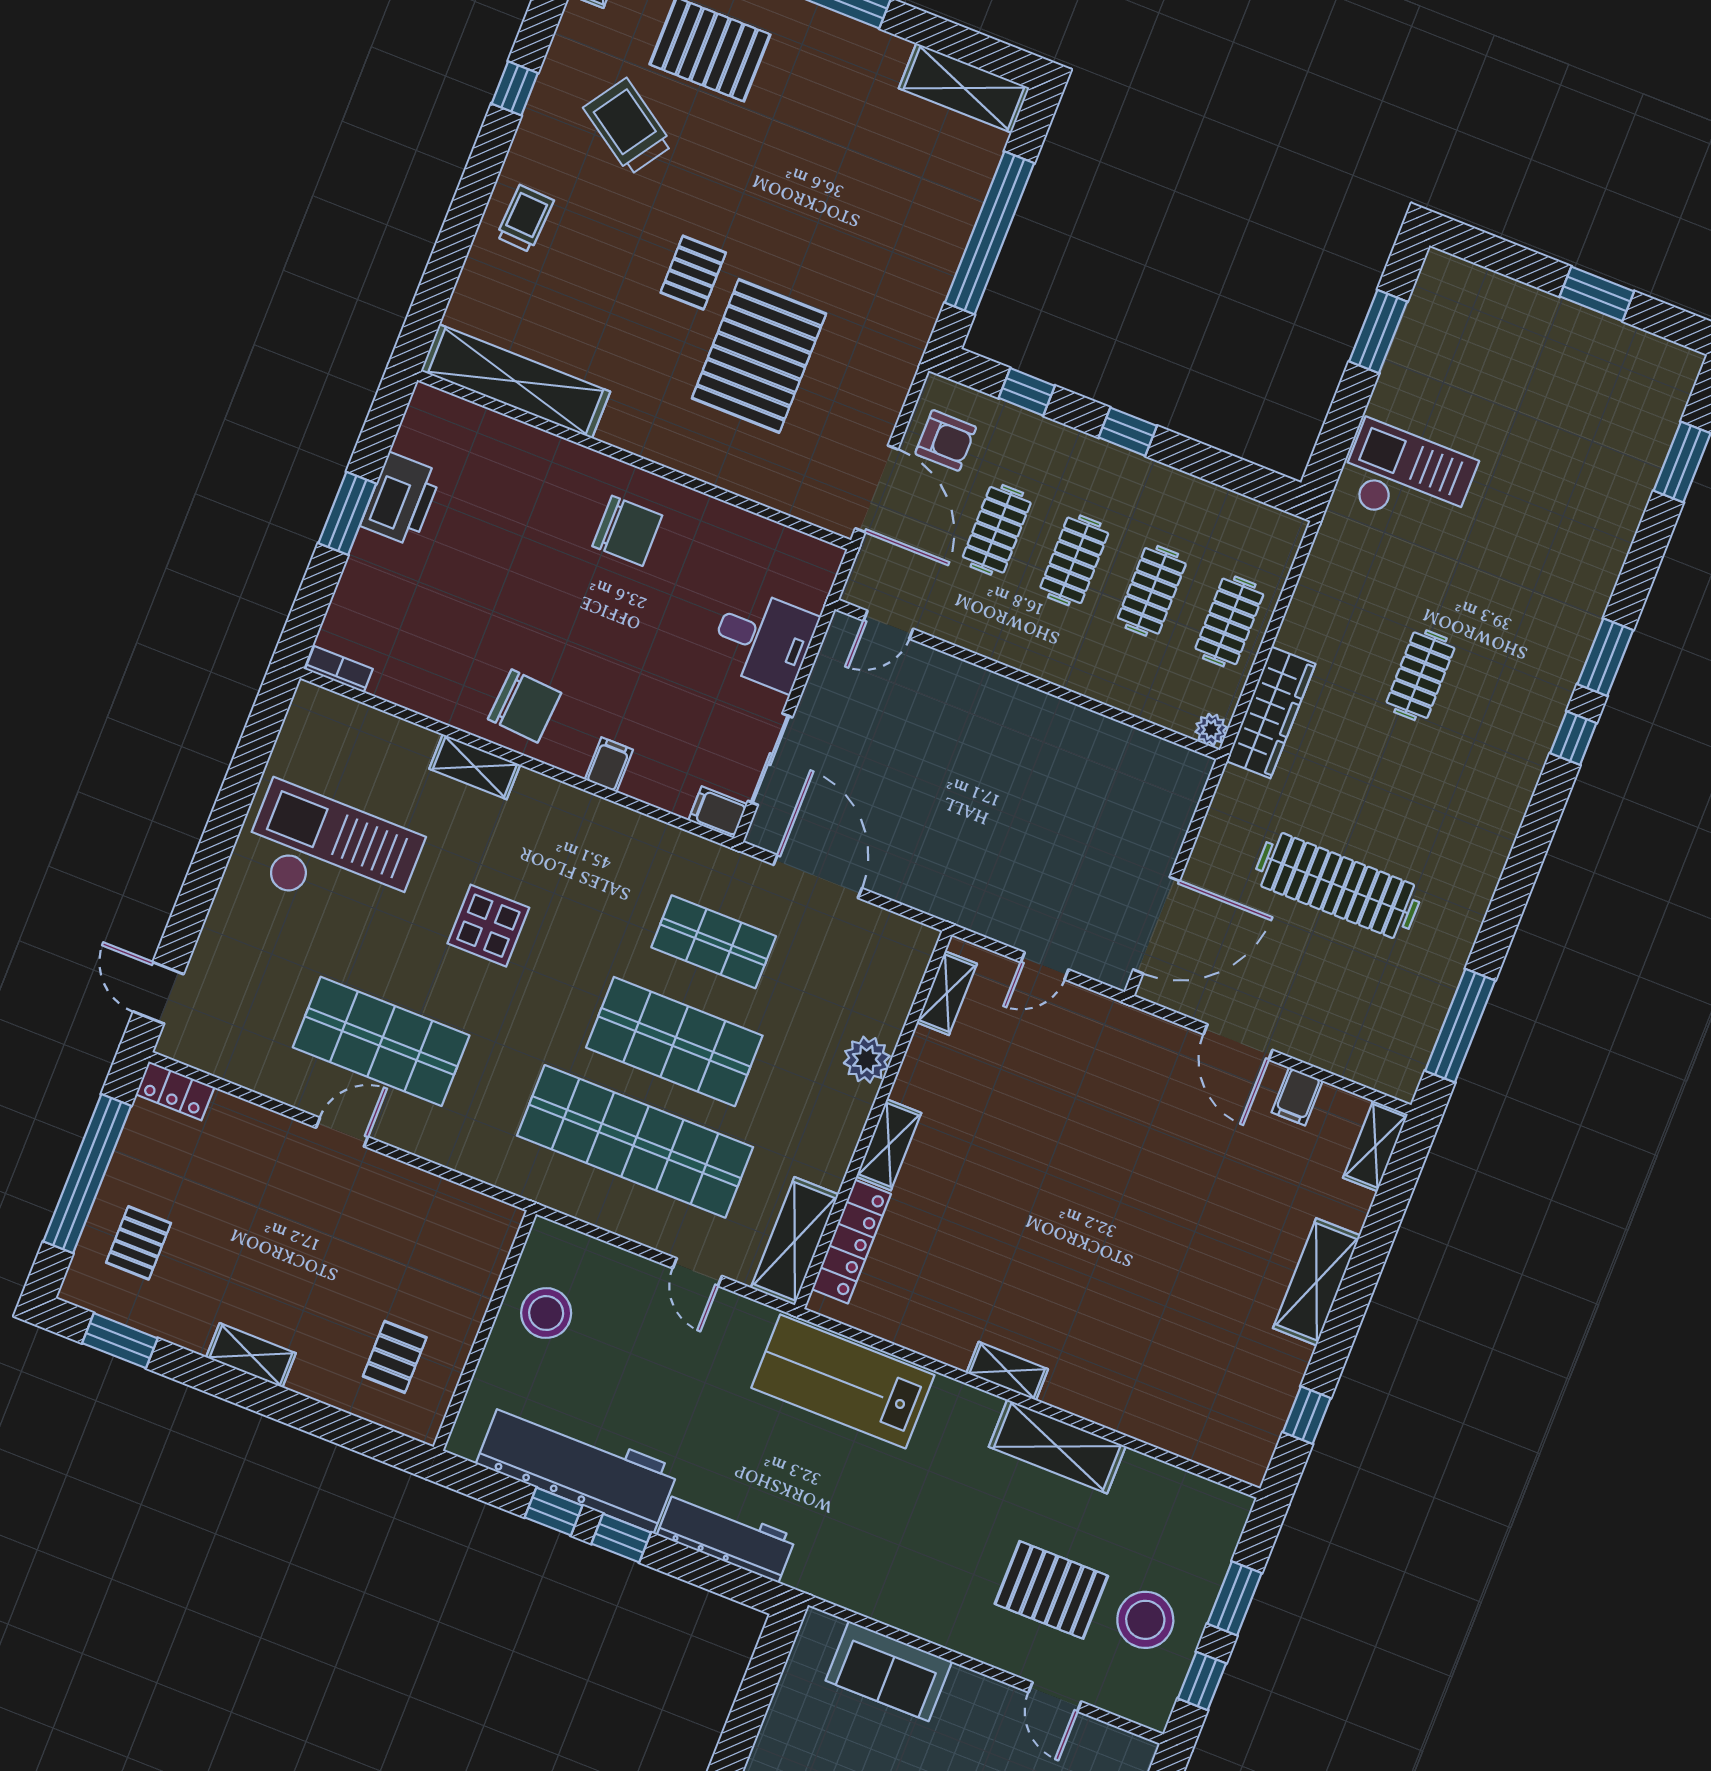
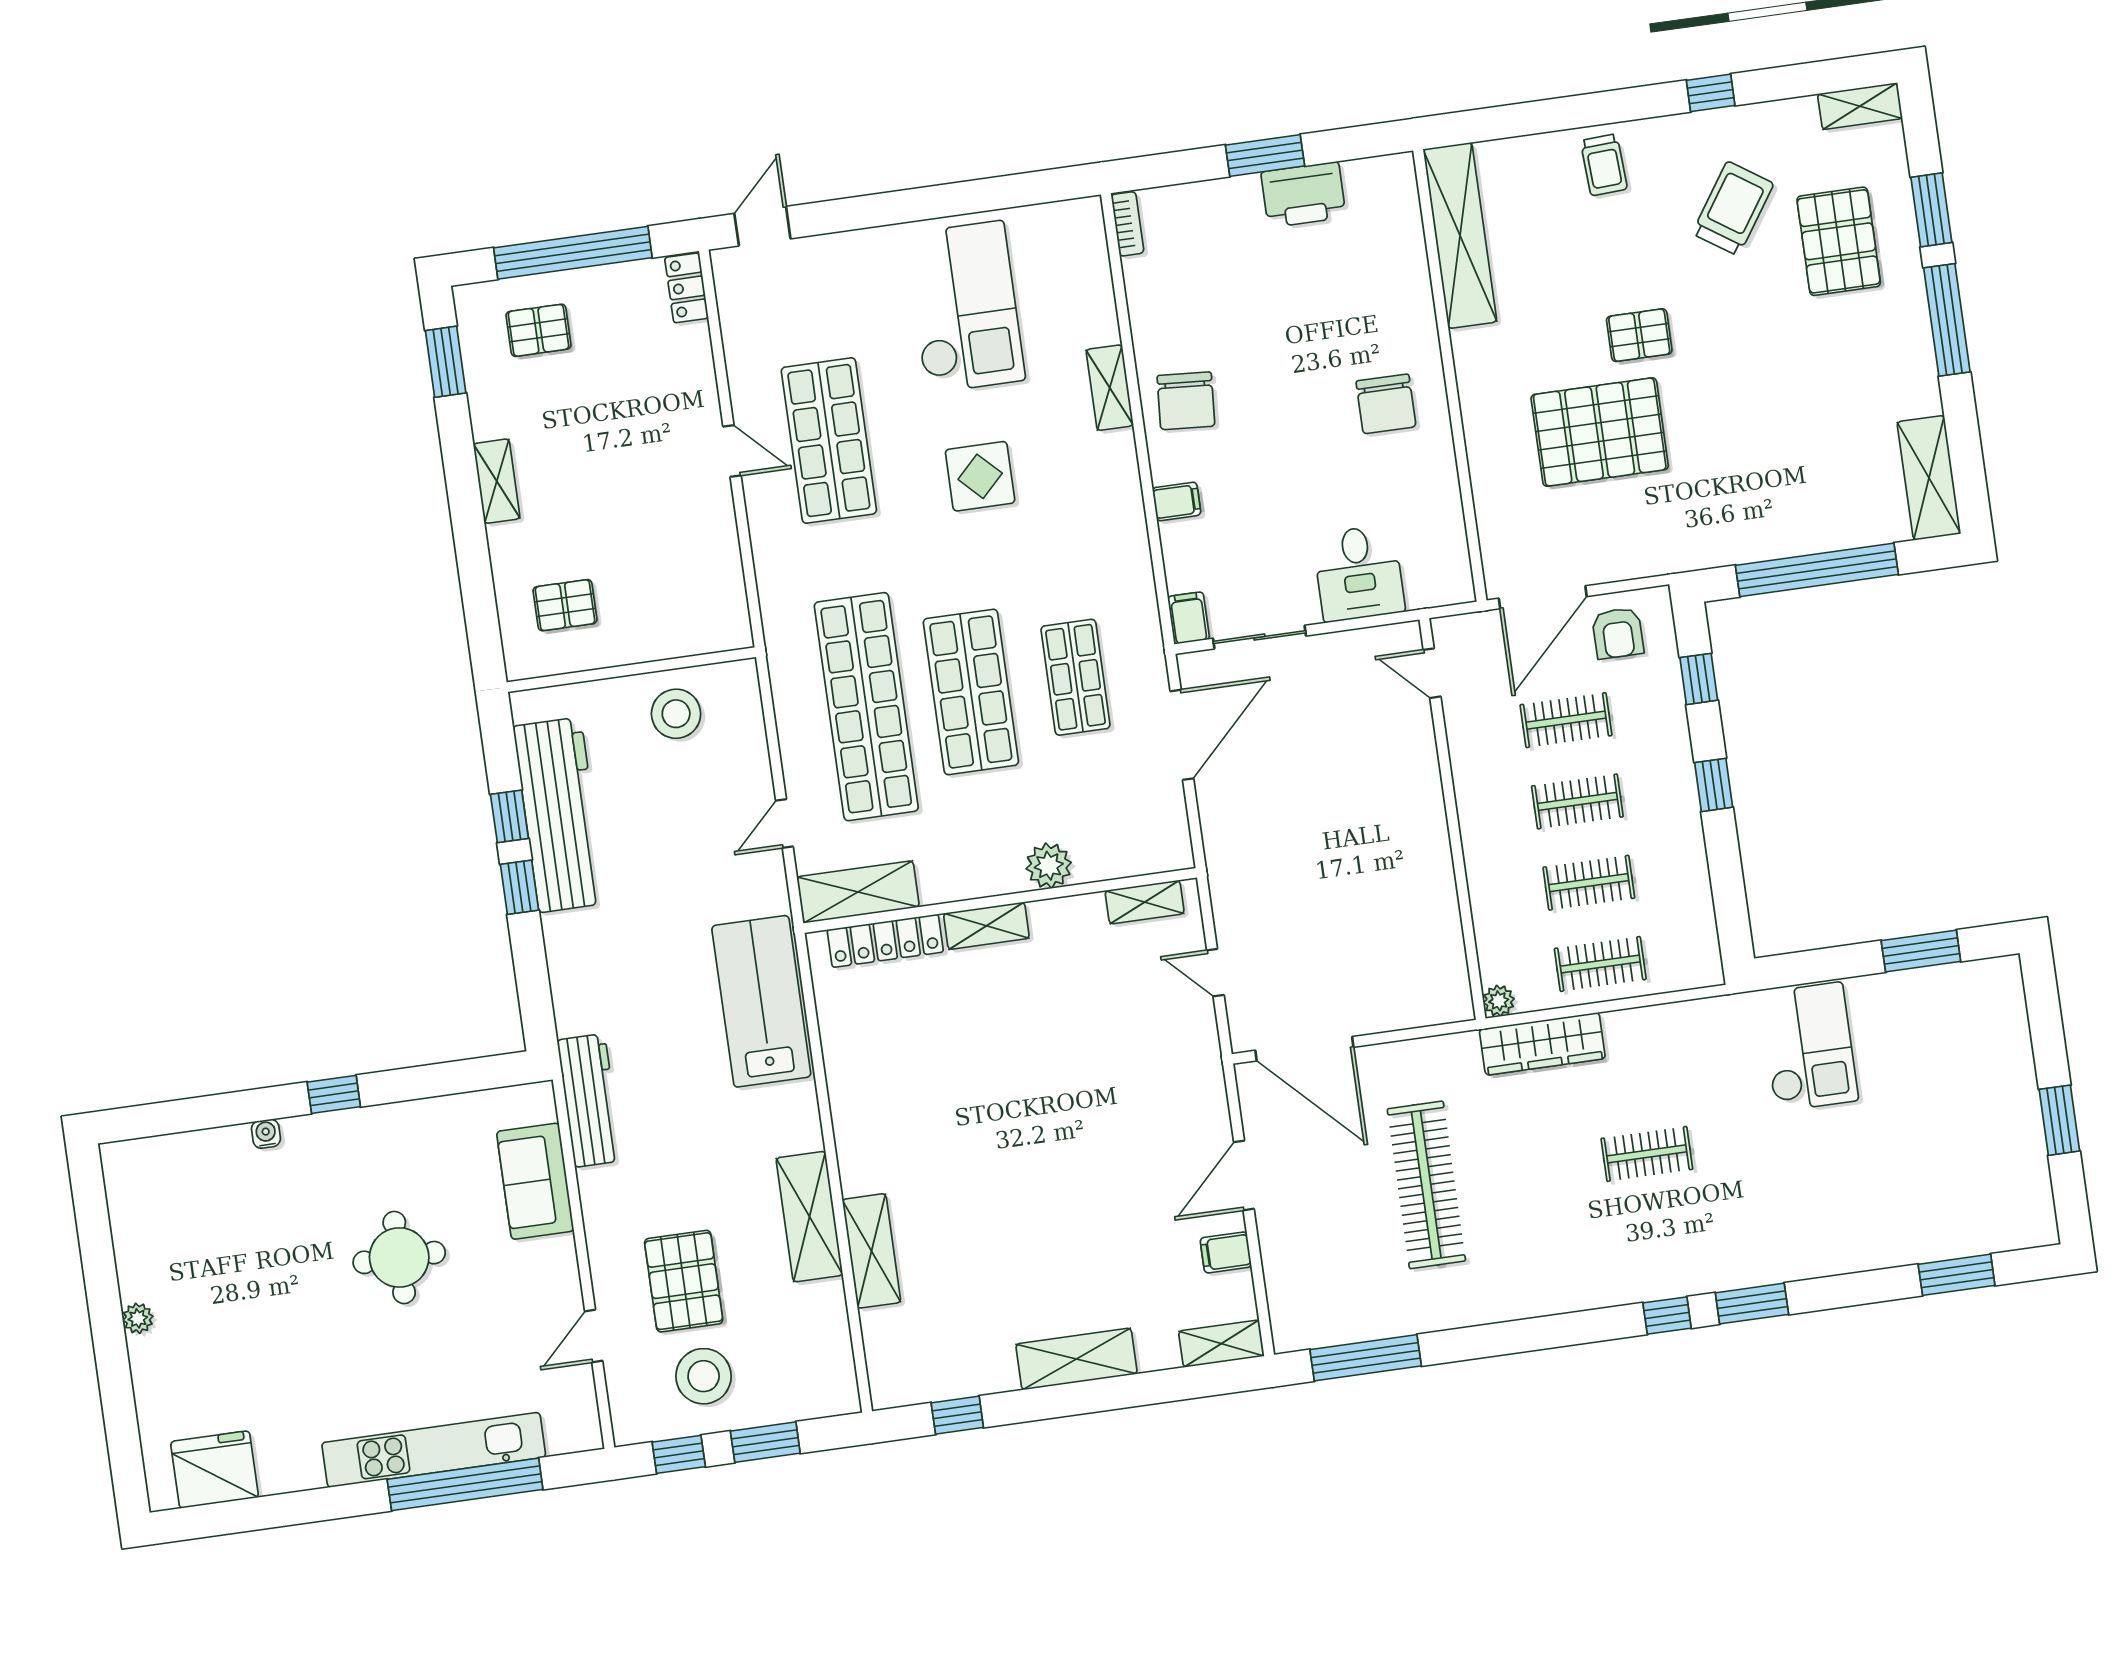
trolley: (525, 219) -> (1604, 165), turned 84
shelving: (1007, 1371) -> (871, 1251), moved, width x1.50, depth x1.33
workbench: (726, 1536) -> (590, 1100), moved

